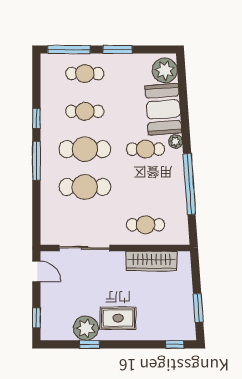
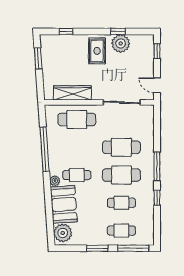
cafe table: (146, 225) -> (77, 119), width x1.37, depth x1.35
rug: (118, 318) -> (97, 51), turned 90
window: (175, 344) -> (66, 31), moved

